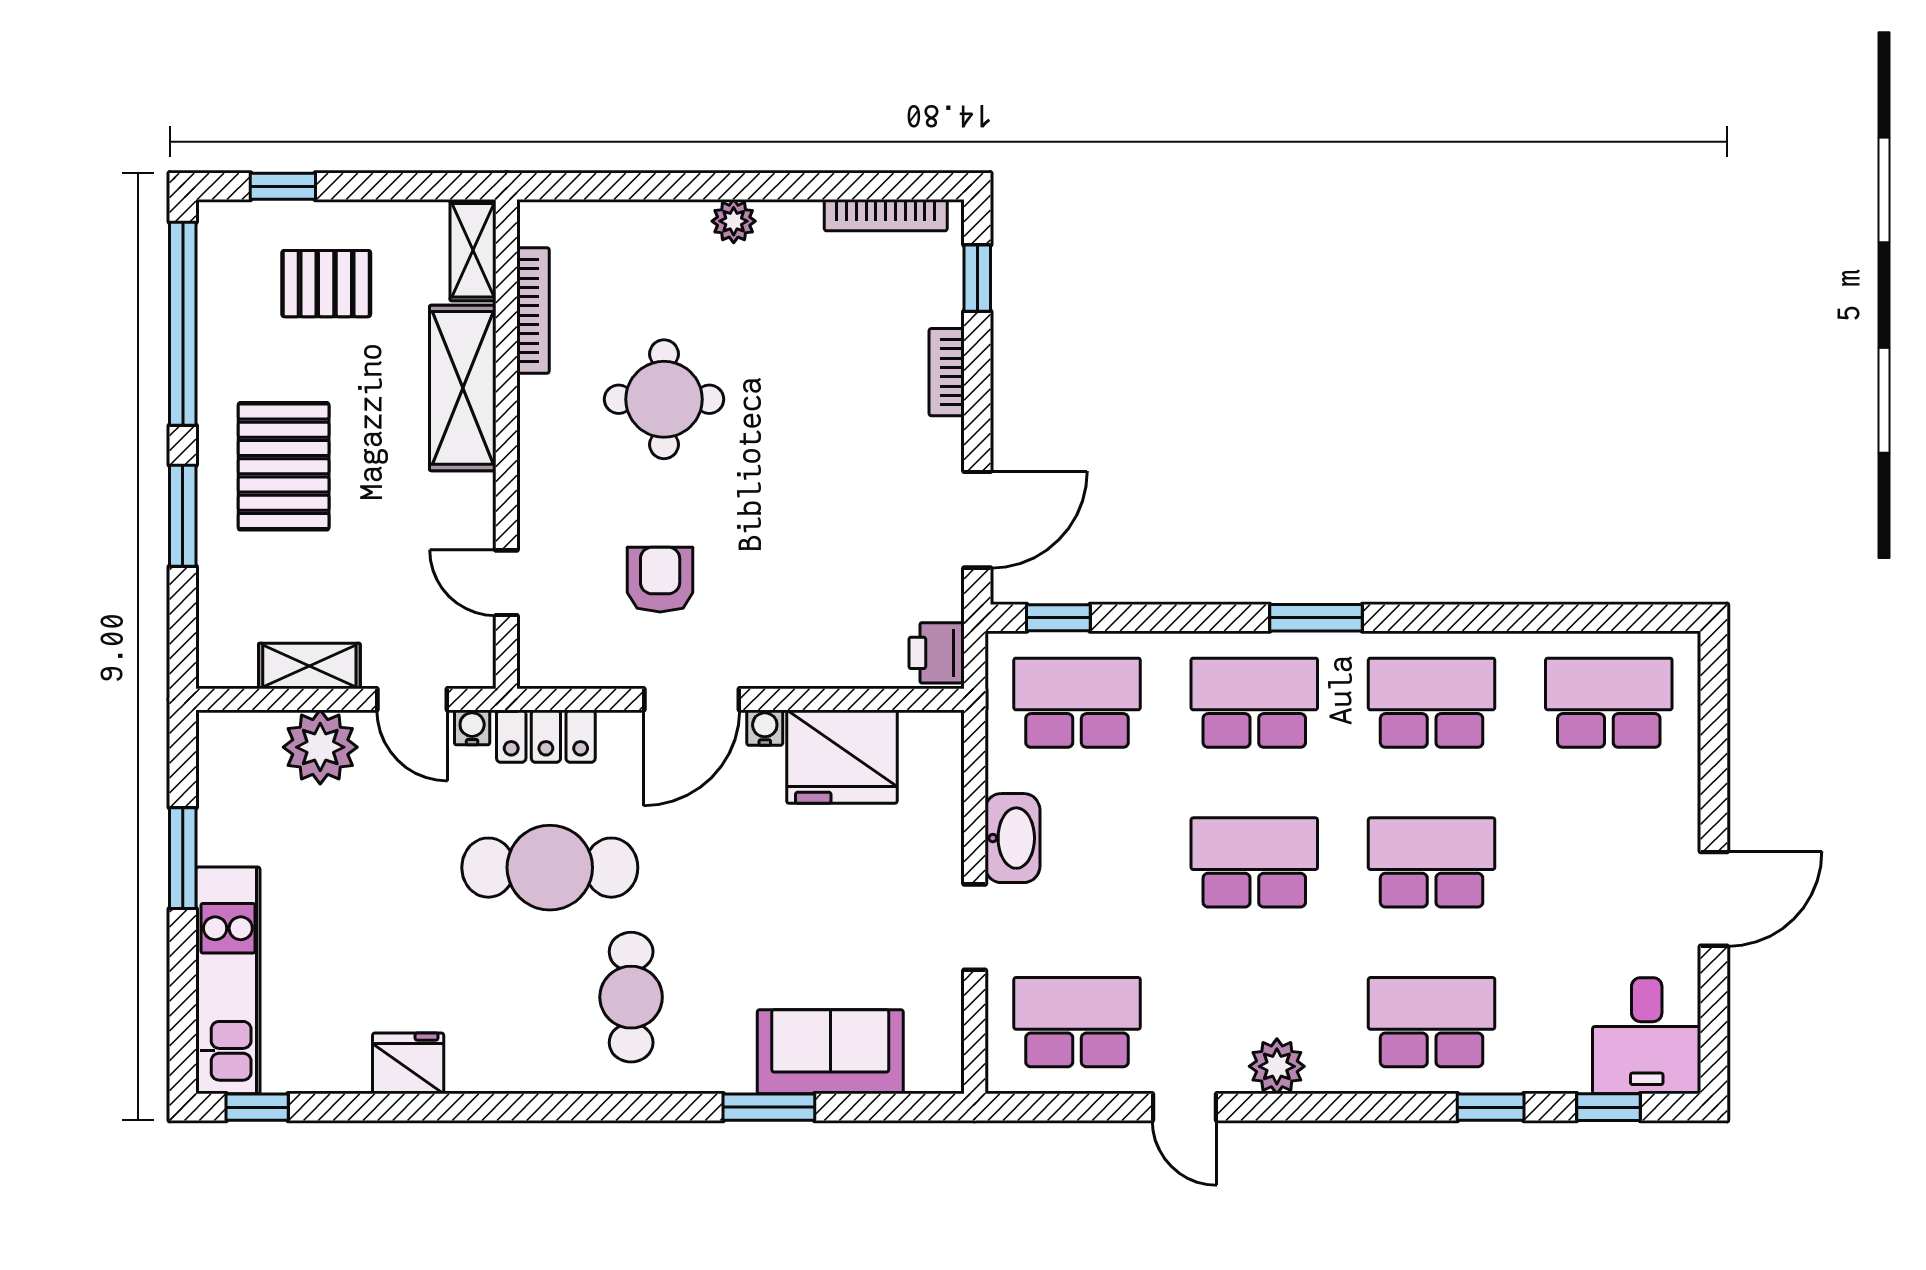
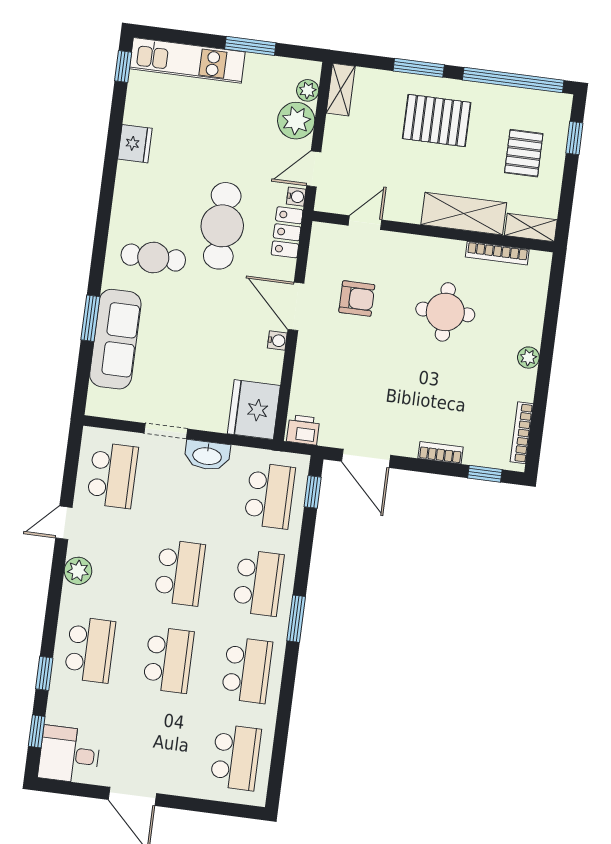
shelving: (309, 666) -> (341, 90), moved
plant: (257, 732) -> (308, 90), added
fridge: (842, 757) -> (254, 410), moved
sofa: (830, 1052) -> (115, 339), width x1.36

